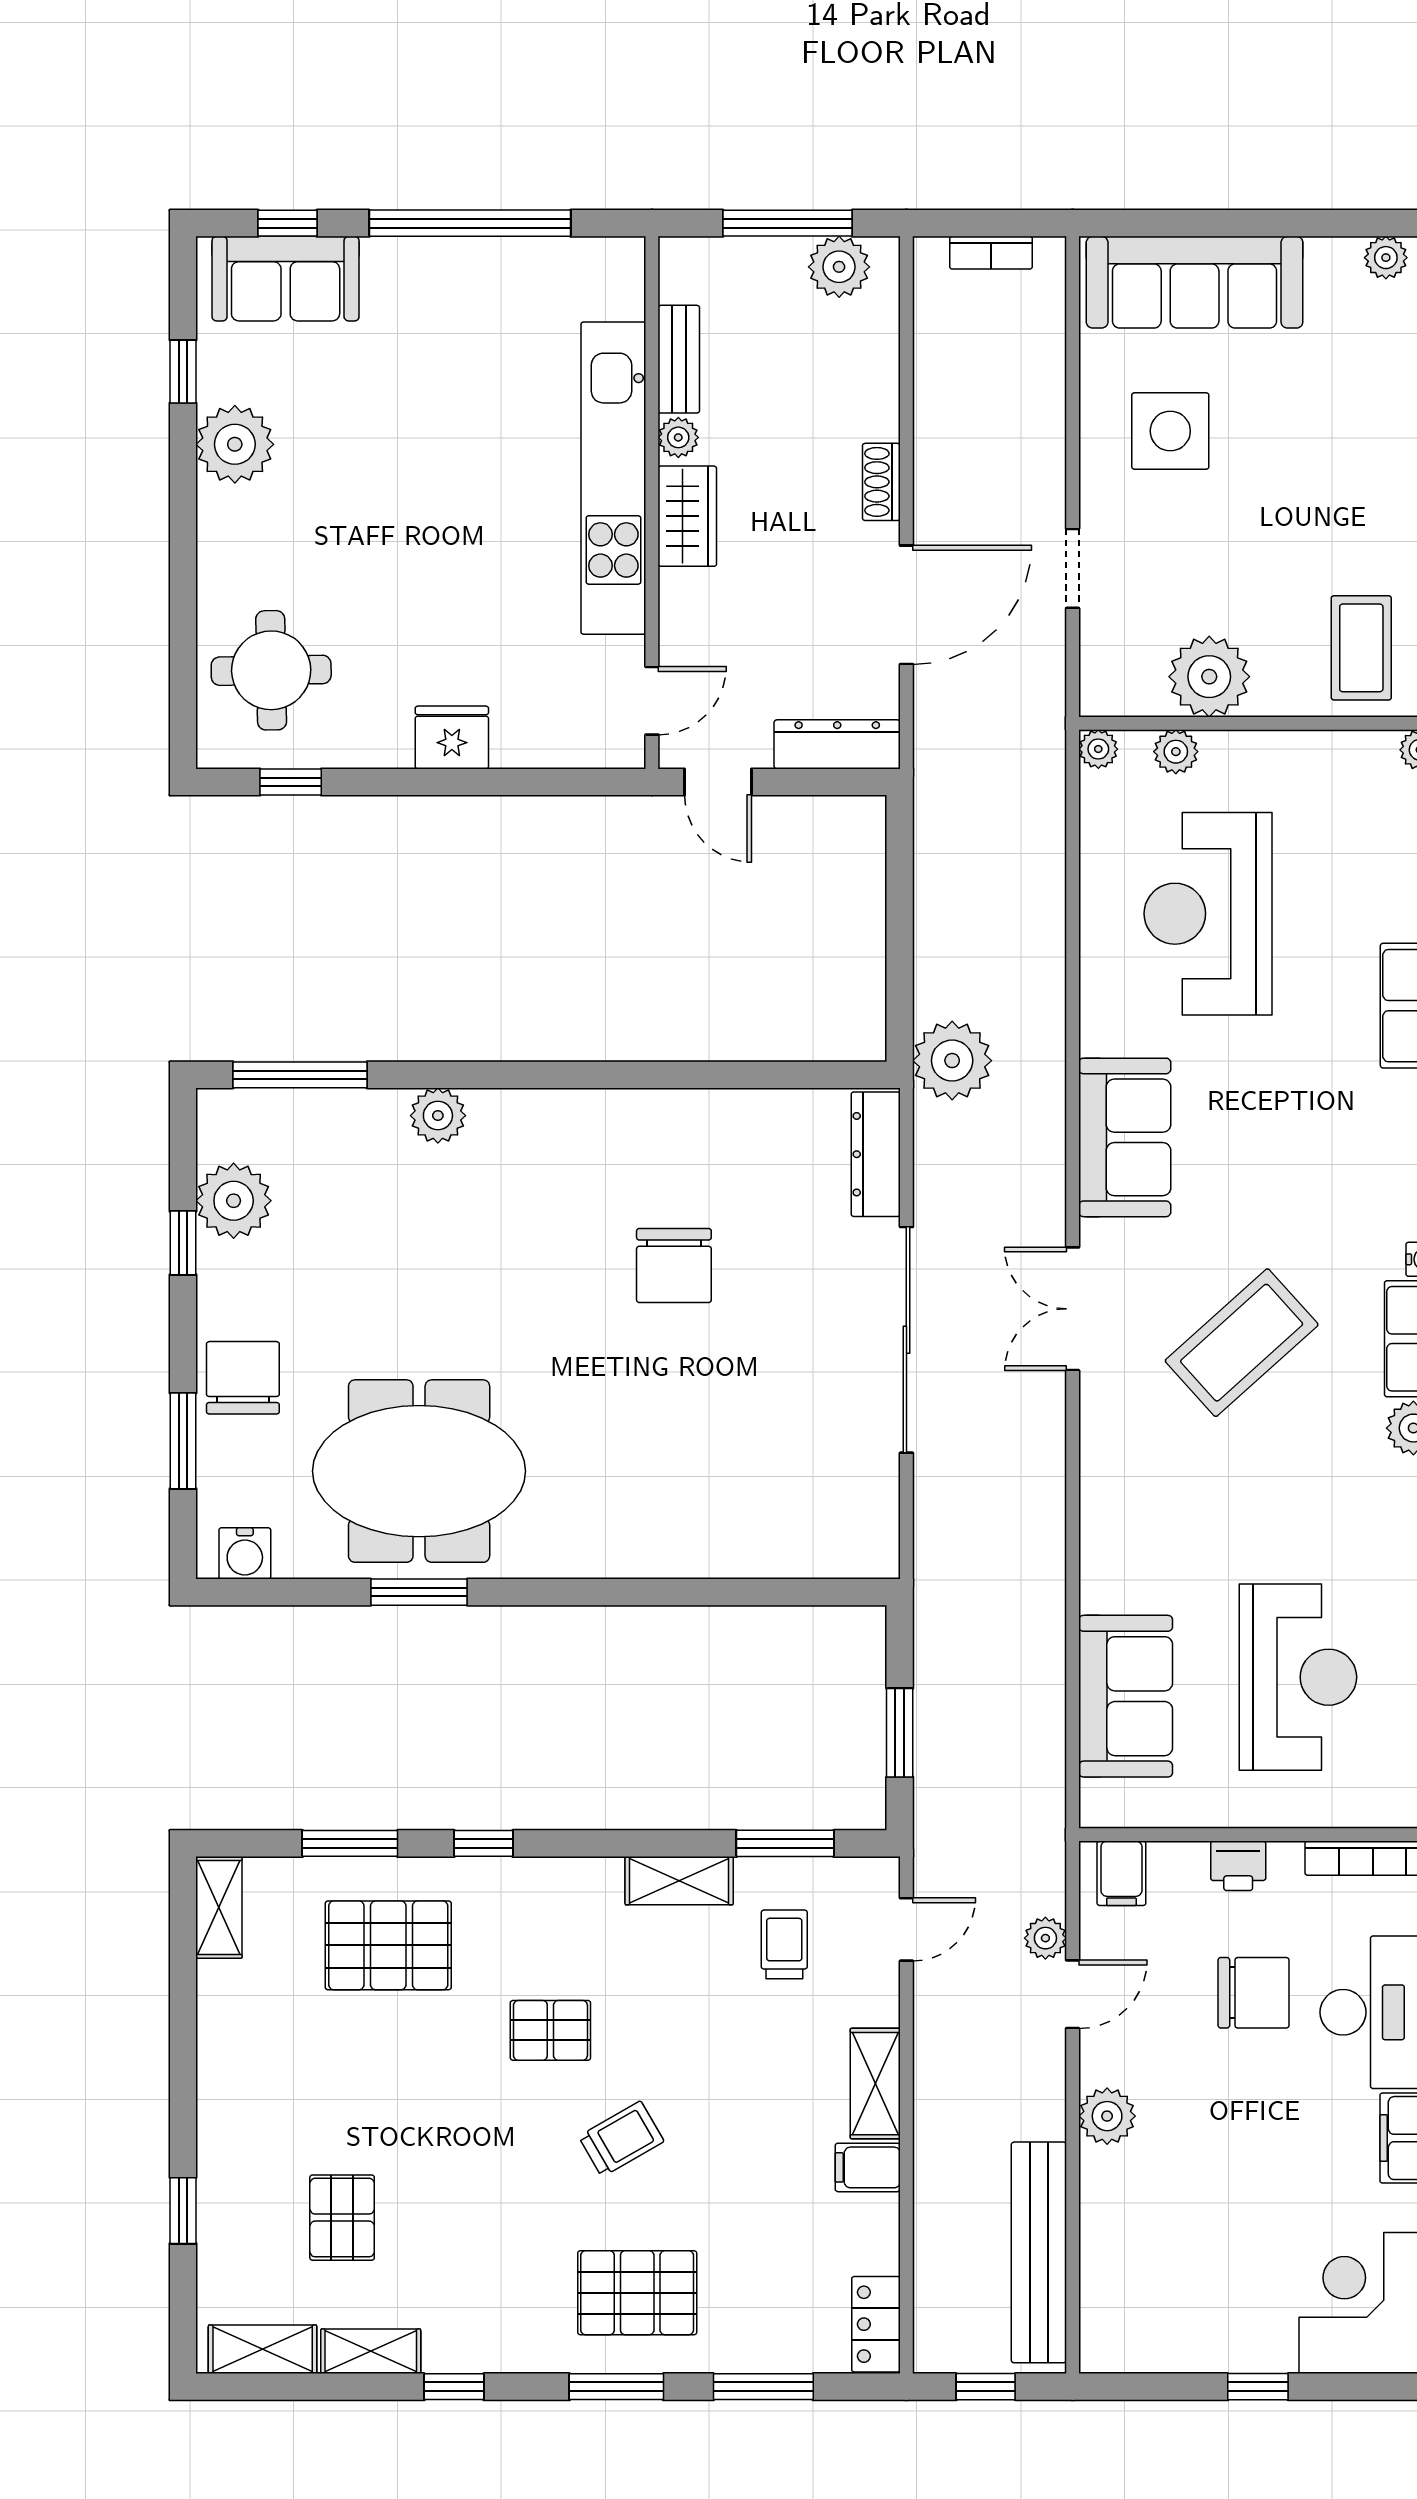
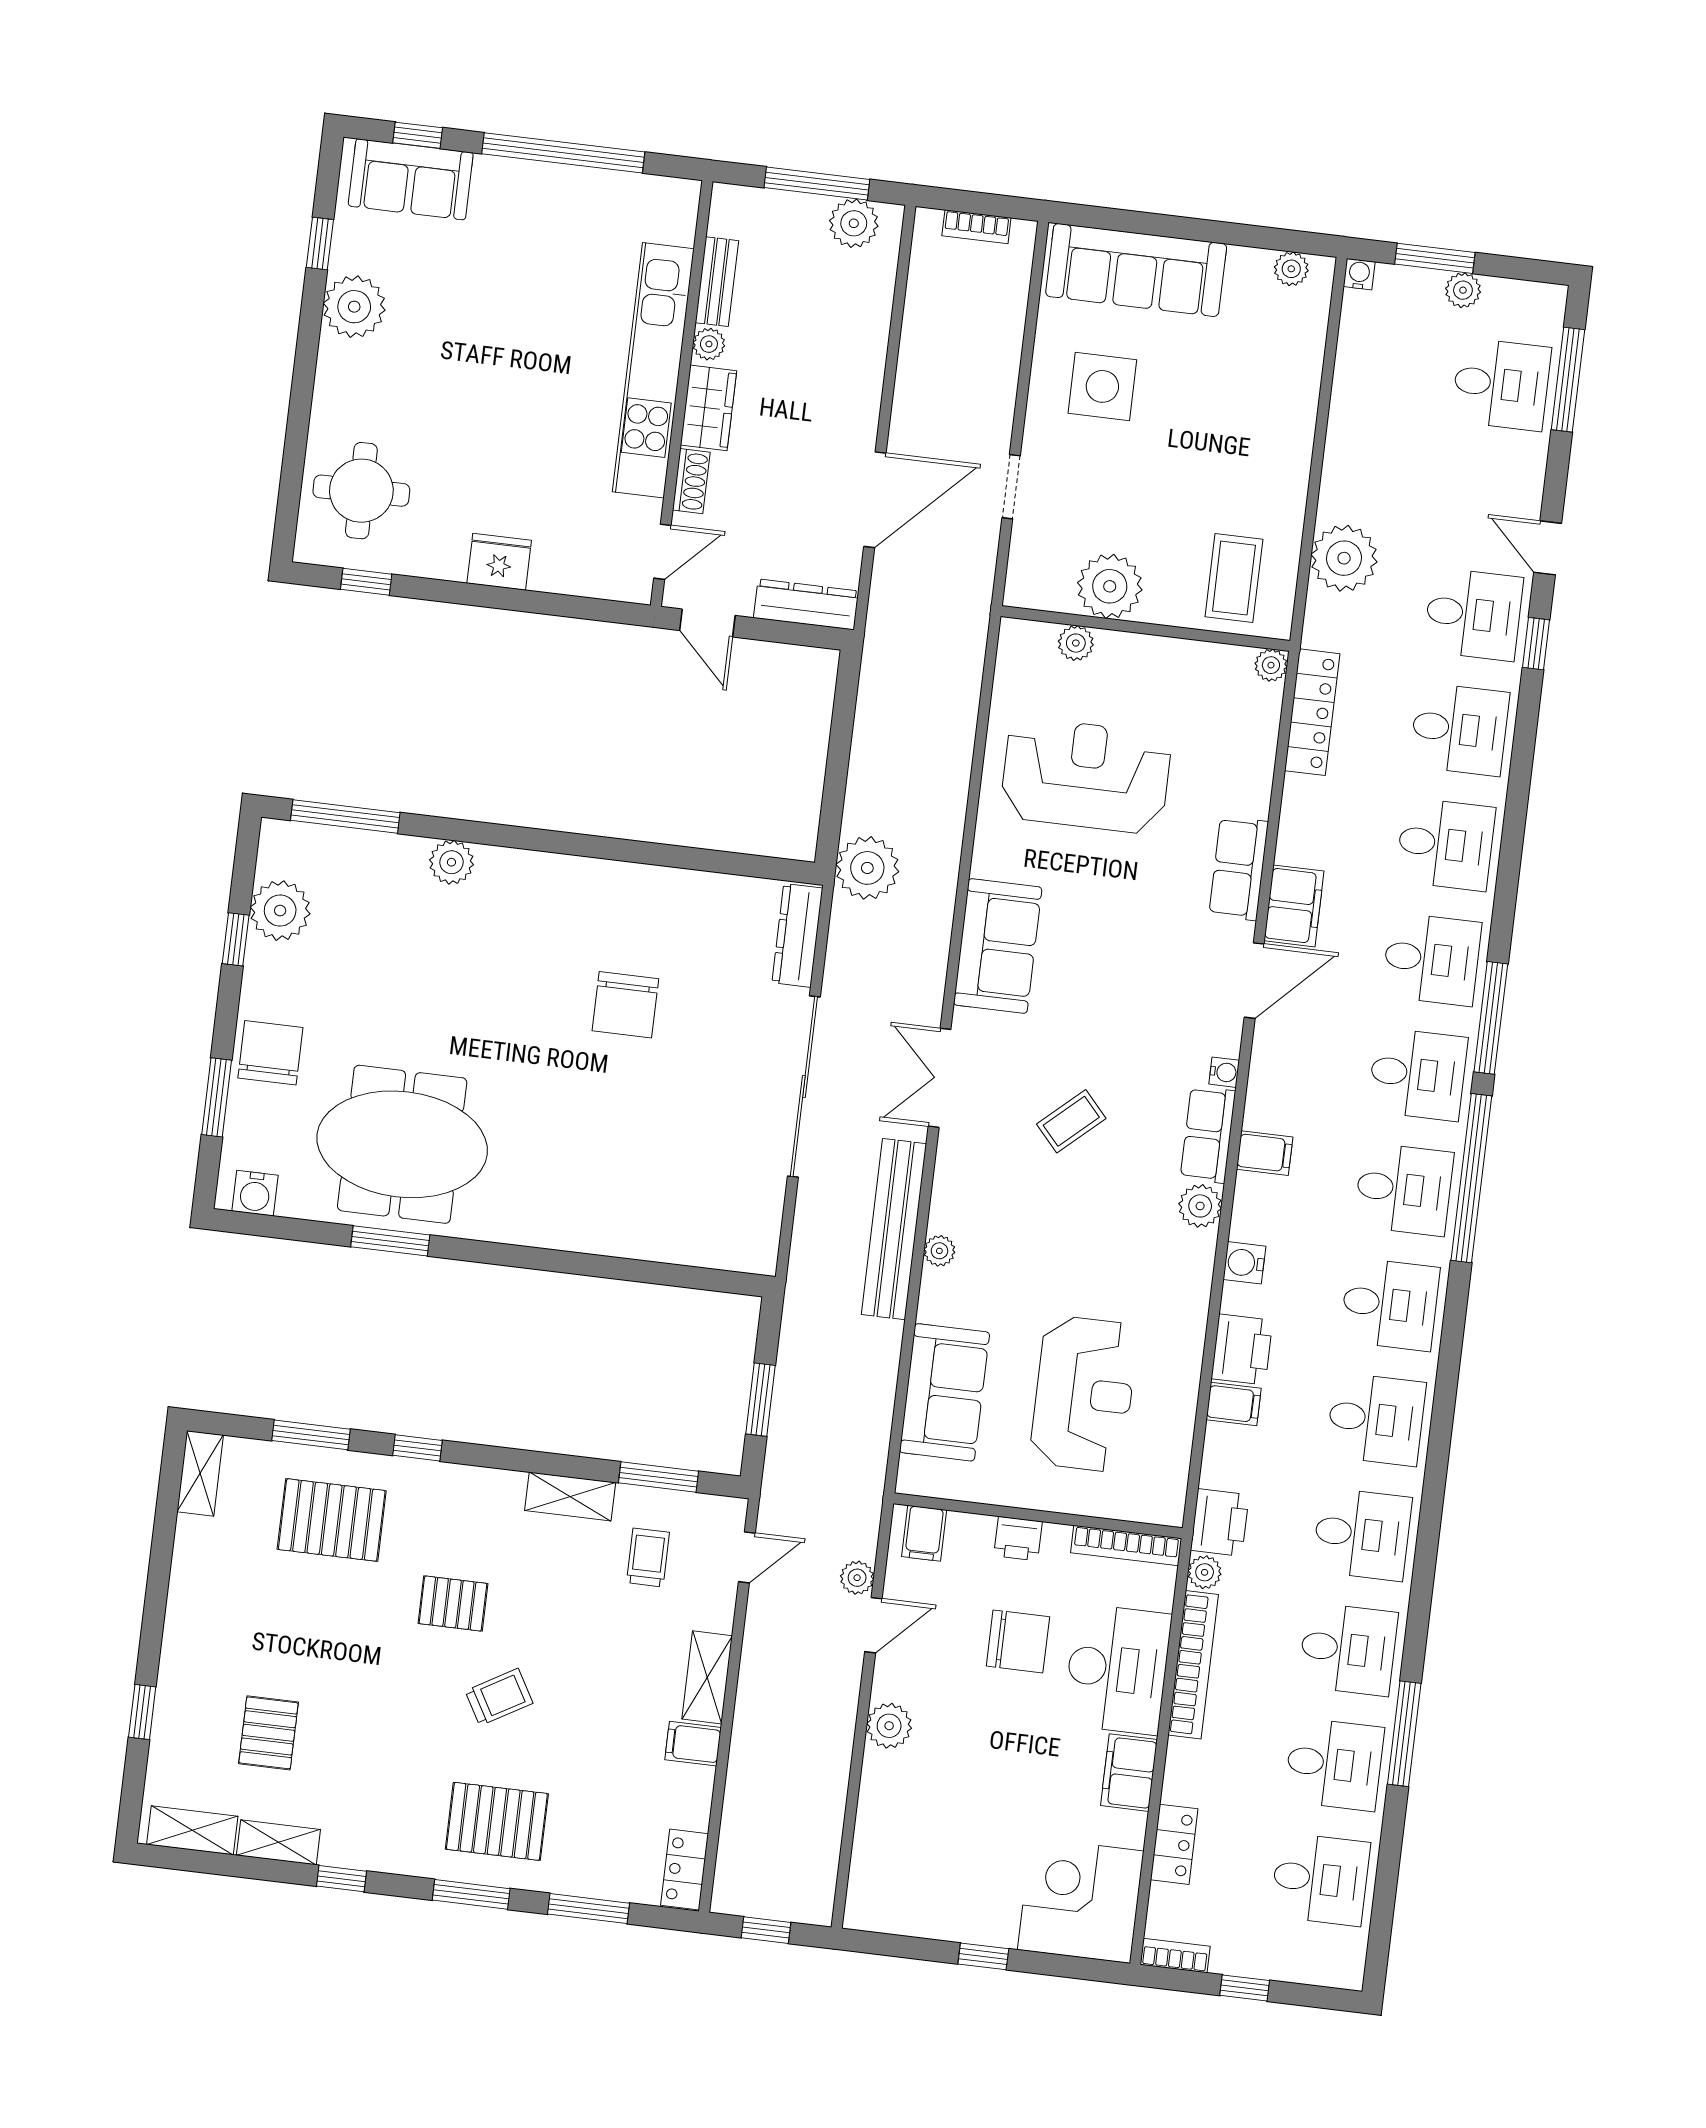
shoe rack: (881, 482) -> (691, 481), moved, turned 180
plant: (1098, 749) -> (939, 1251), moved
reception desk: (1208, 914) -> (1086, 775), turned 90
coffee table: (1242, 1343) -> (1071, 1121), width x0.54, depth x0.58
bench: (1039, 2252) -> (894, 1229), moved

